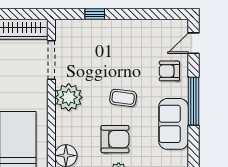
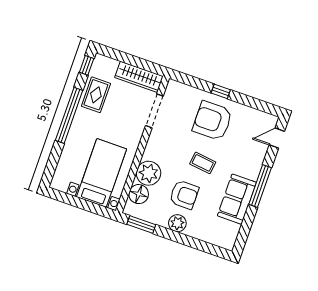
window: (95, 14) -> (221, 91), moved
armchair: (169, 71) -> (212, 121), moved, width x1.88, depth x1.88
plant: (69, 97) -> (149, 173), moved

